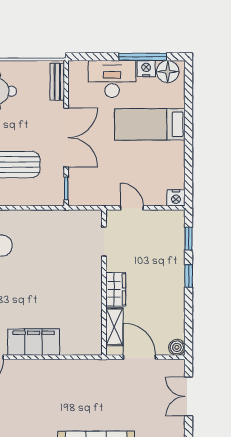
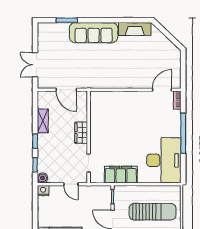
shelving: (114, 327) -> (43, 121), moved
filing cabinet: (34, 342) -> (121, 175), moved, turned 180
boiler: (177, 347) -> (42, 178), moved
double door: (189, 397) -> (35, 65), swing flipped

